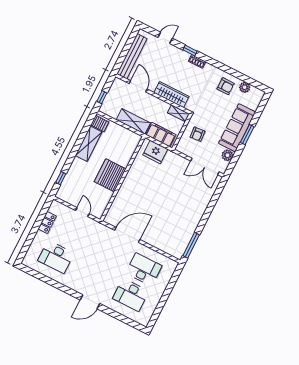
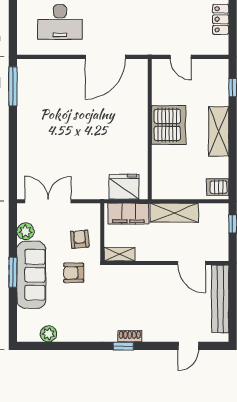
window: (190, 51) -> (123, 346), moved
armchair: (226, 86) -> (74, 273), moved
wardrobe: (171, 95) -> (141, 275), removed
shelving: (89, 144) -> (219, 131), moved

